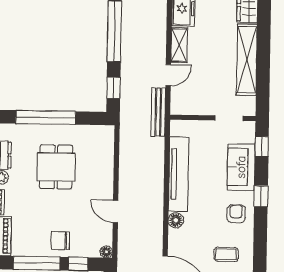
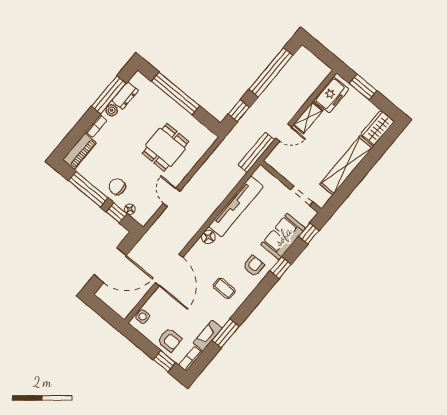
dining table: (56, 167) -> (165, 147), moved
floor lamp: (106, 252) -> (130, 209), moved

